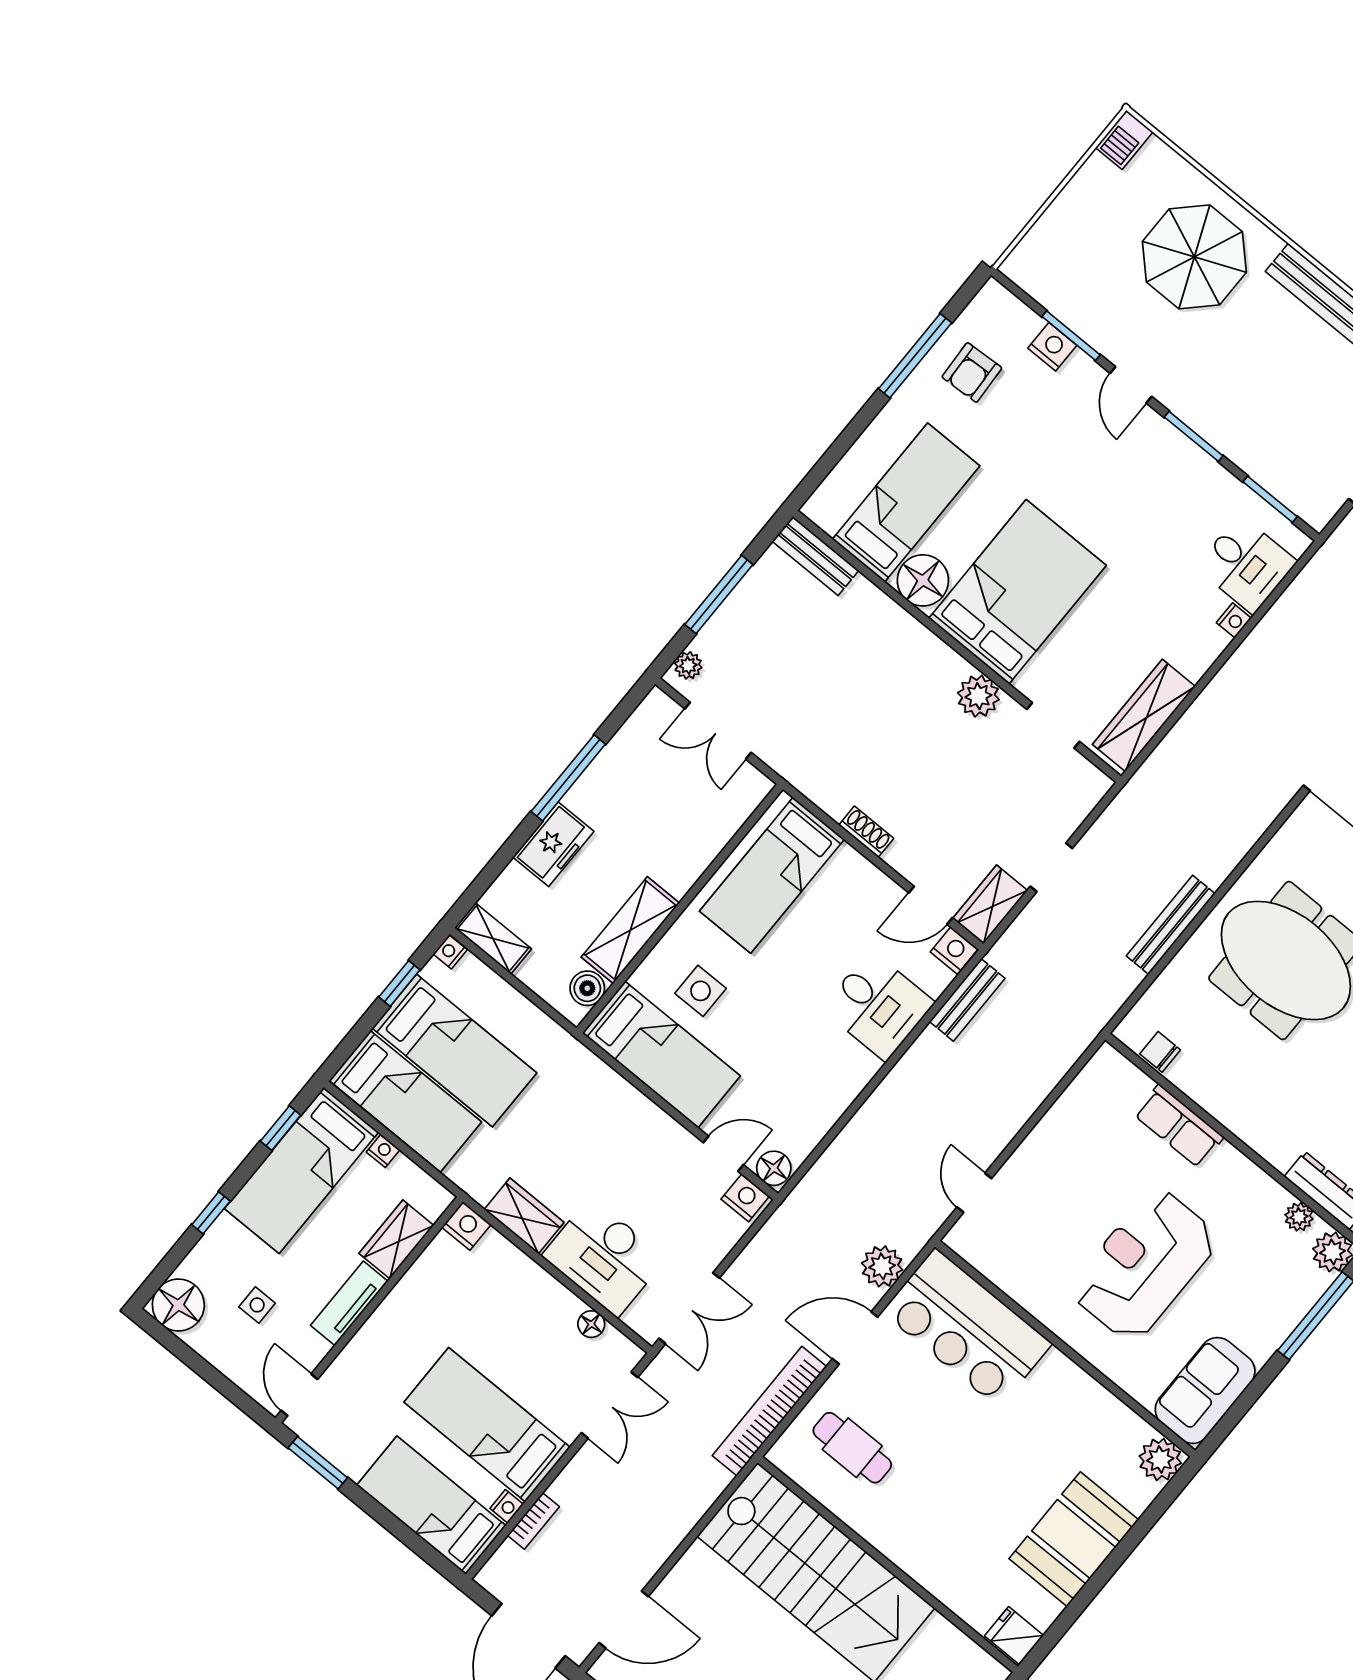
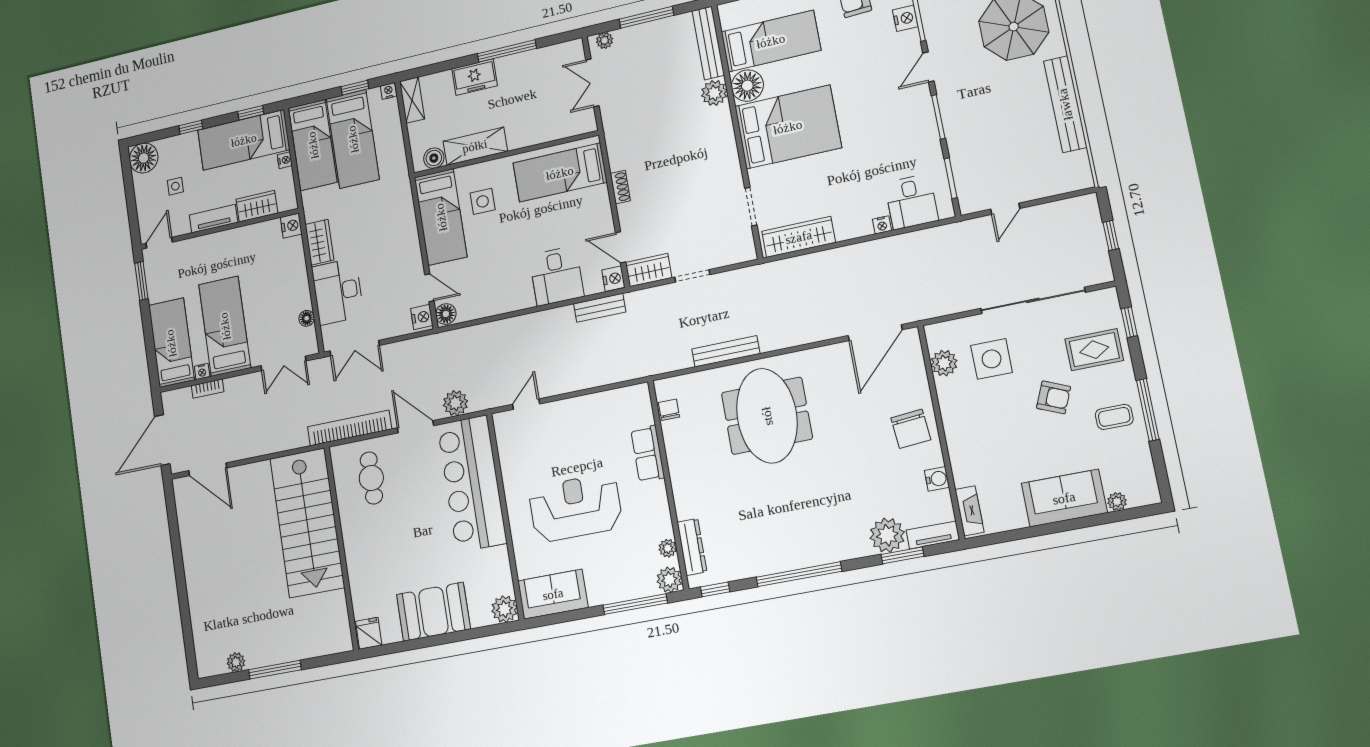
bench: (815, 556) -> (708, 43), width x1.36
plant: (978, 696) -> (714, 93), moved
bar counter: (967, 1328) -> (472, 484), width x1.36

